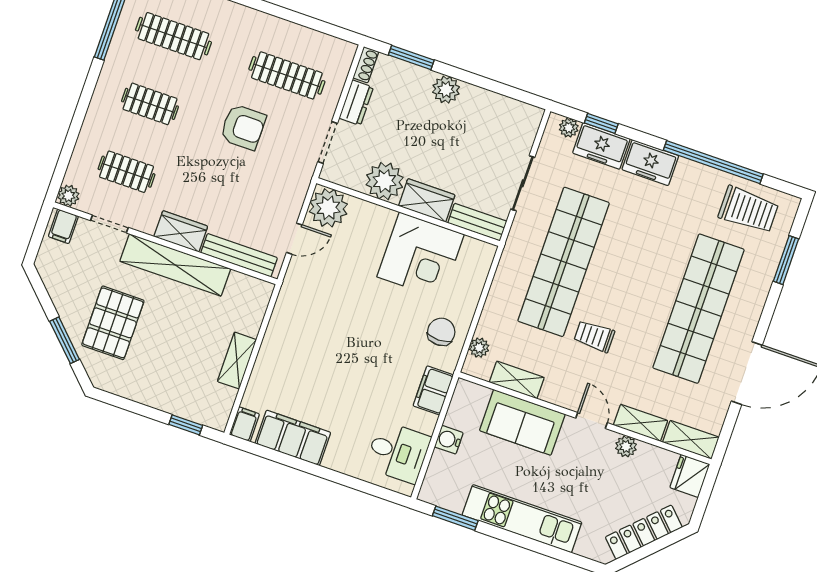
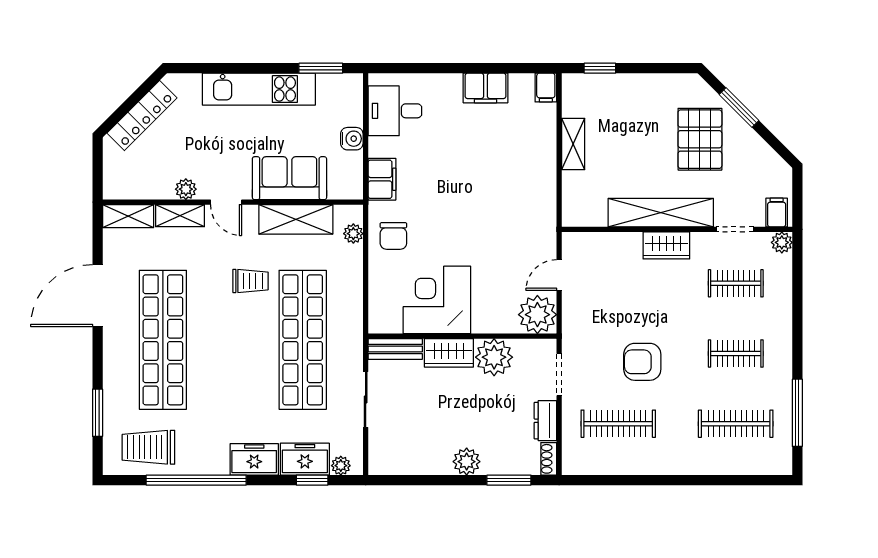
bench: (239, 255) -> (605, 242), removed
shelving: (517, 380) -> (296, 219), width x1.50, depth x1.33
filing cabinet: (293, 438) -> (486, 88), width x0.67, depth x0.86
fridge: (690, 476) -> (117, 182), removed

